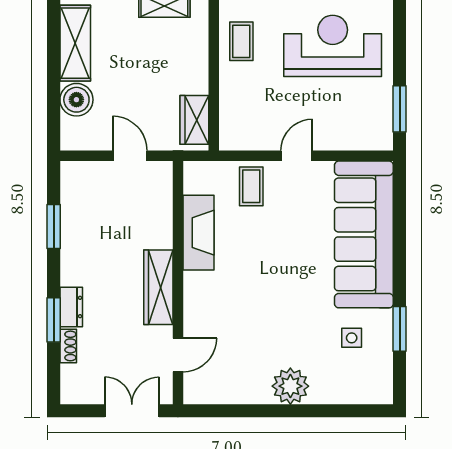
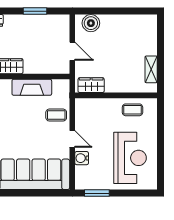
shelving: (75, 43) -> (132, 22), removed
boiler: (76, 100) -> (91, 23), moved
water cooler: (333, 138) -> (82, 158), added
door: (130, 156) -> (72, 51), hinge flipped

